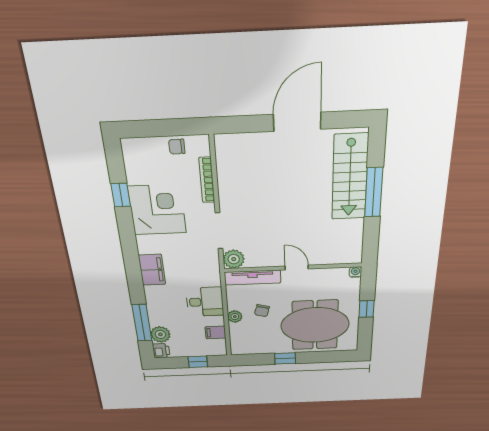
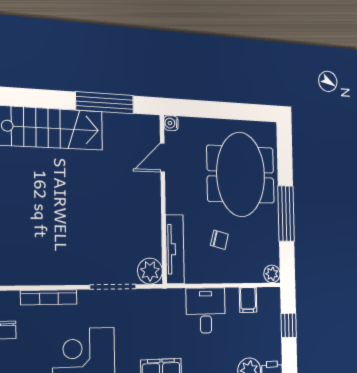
window: (374, 192) -> (105, 103), moved
door: (297, 267) -> (162, 158), moved
window: (367, 309) -> (220, 110), removed
plant: (235, 317) -> (272, 274), moved
window: (285, 358) -> (286, 214), width x2.17

